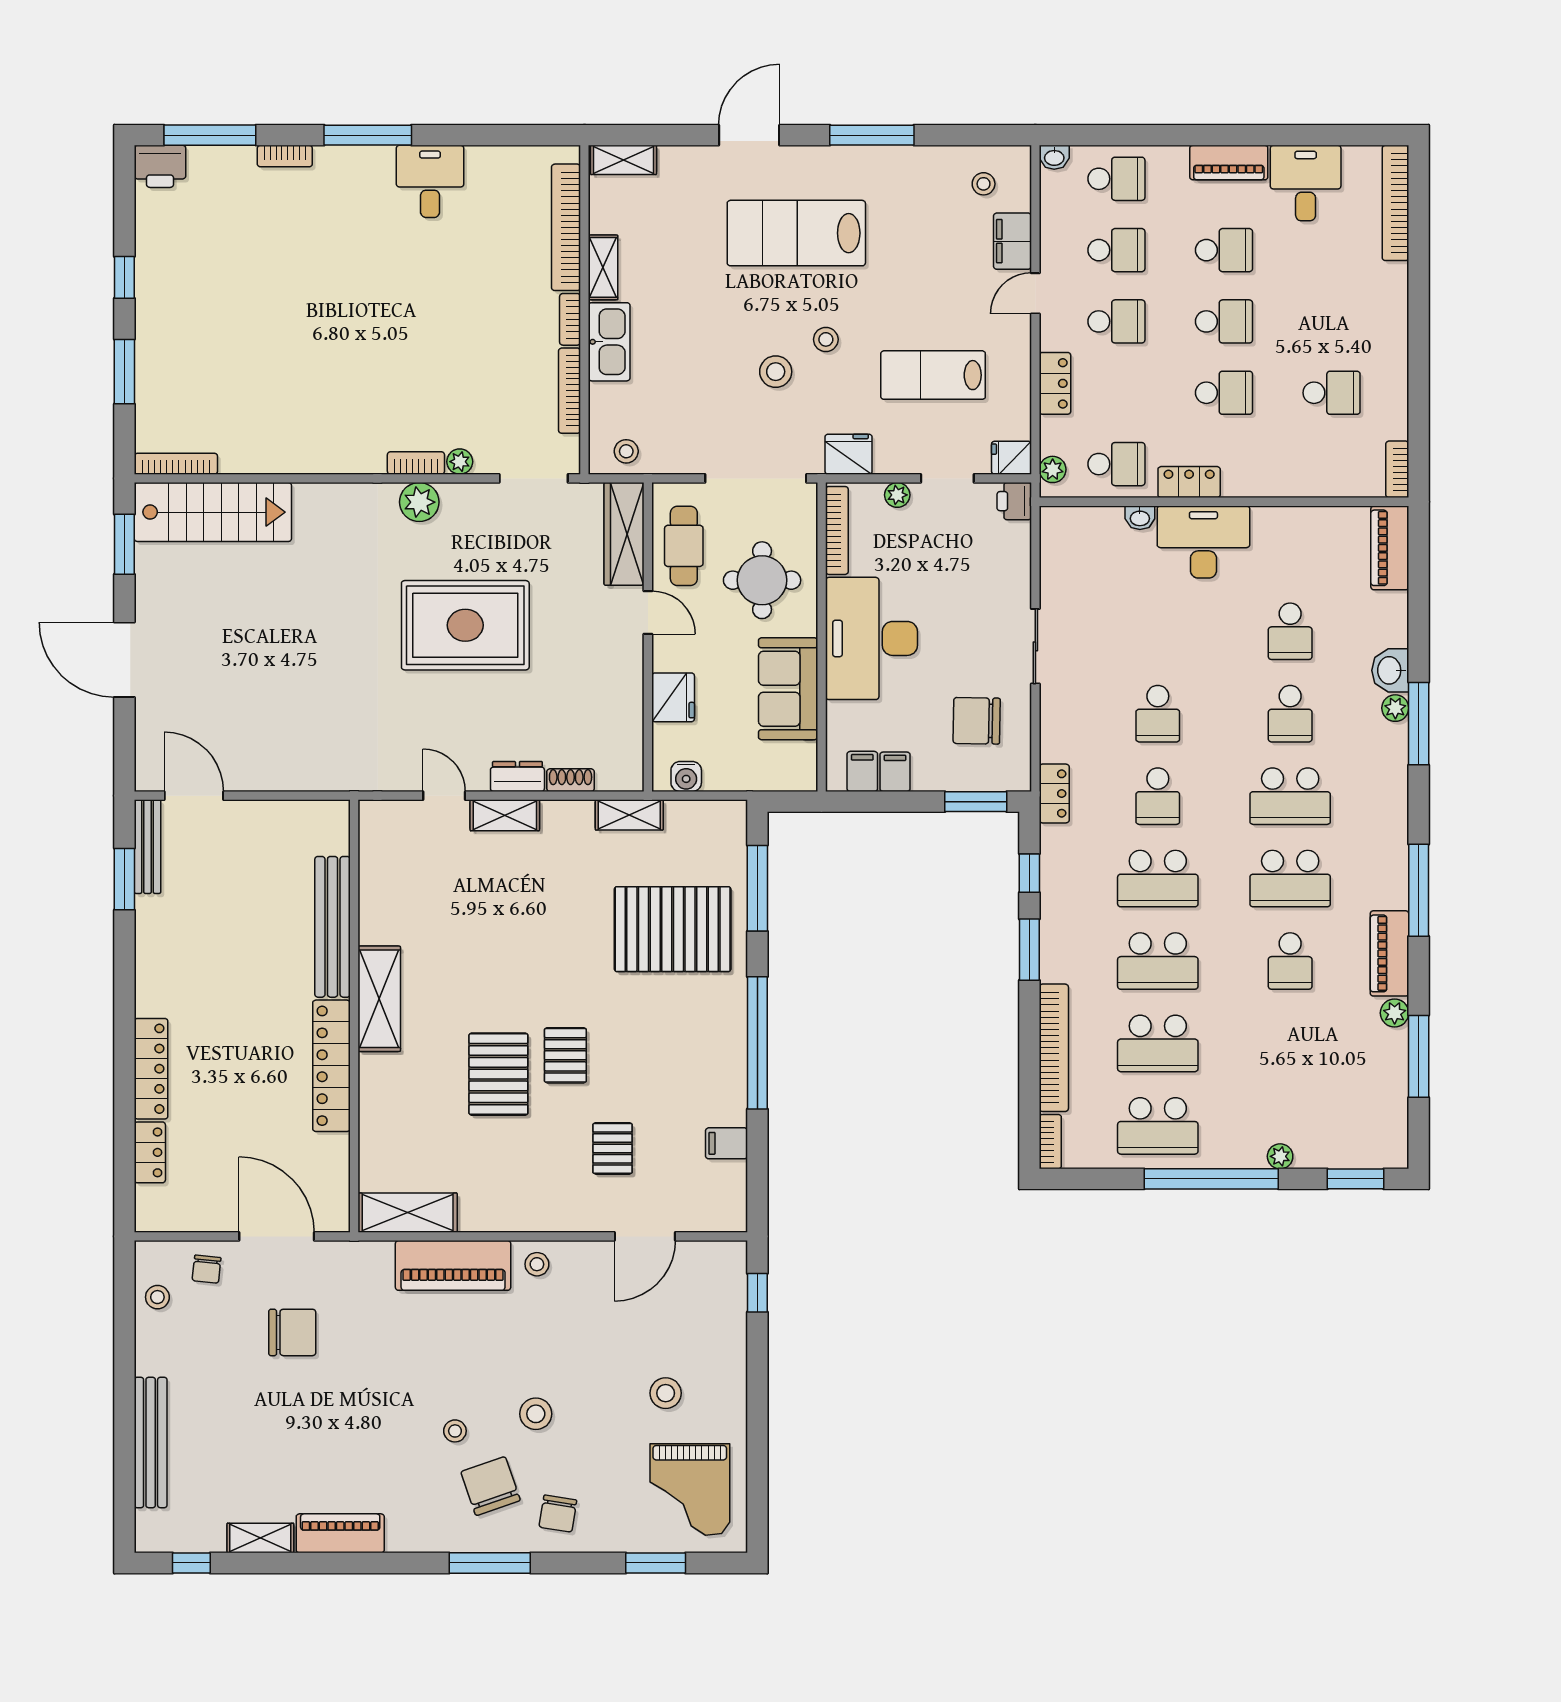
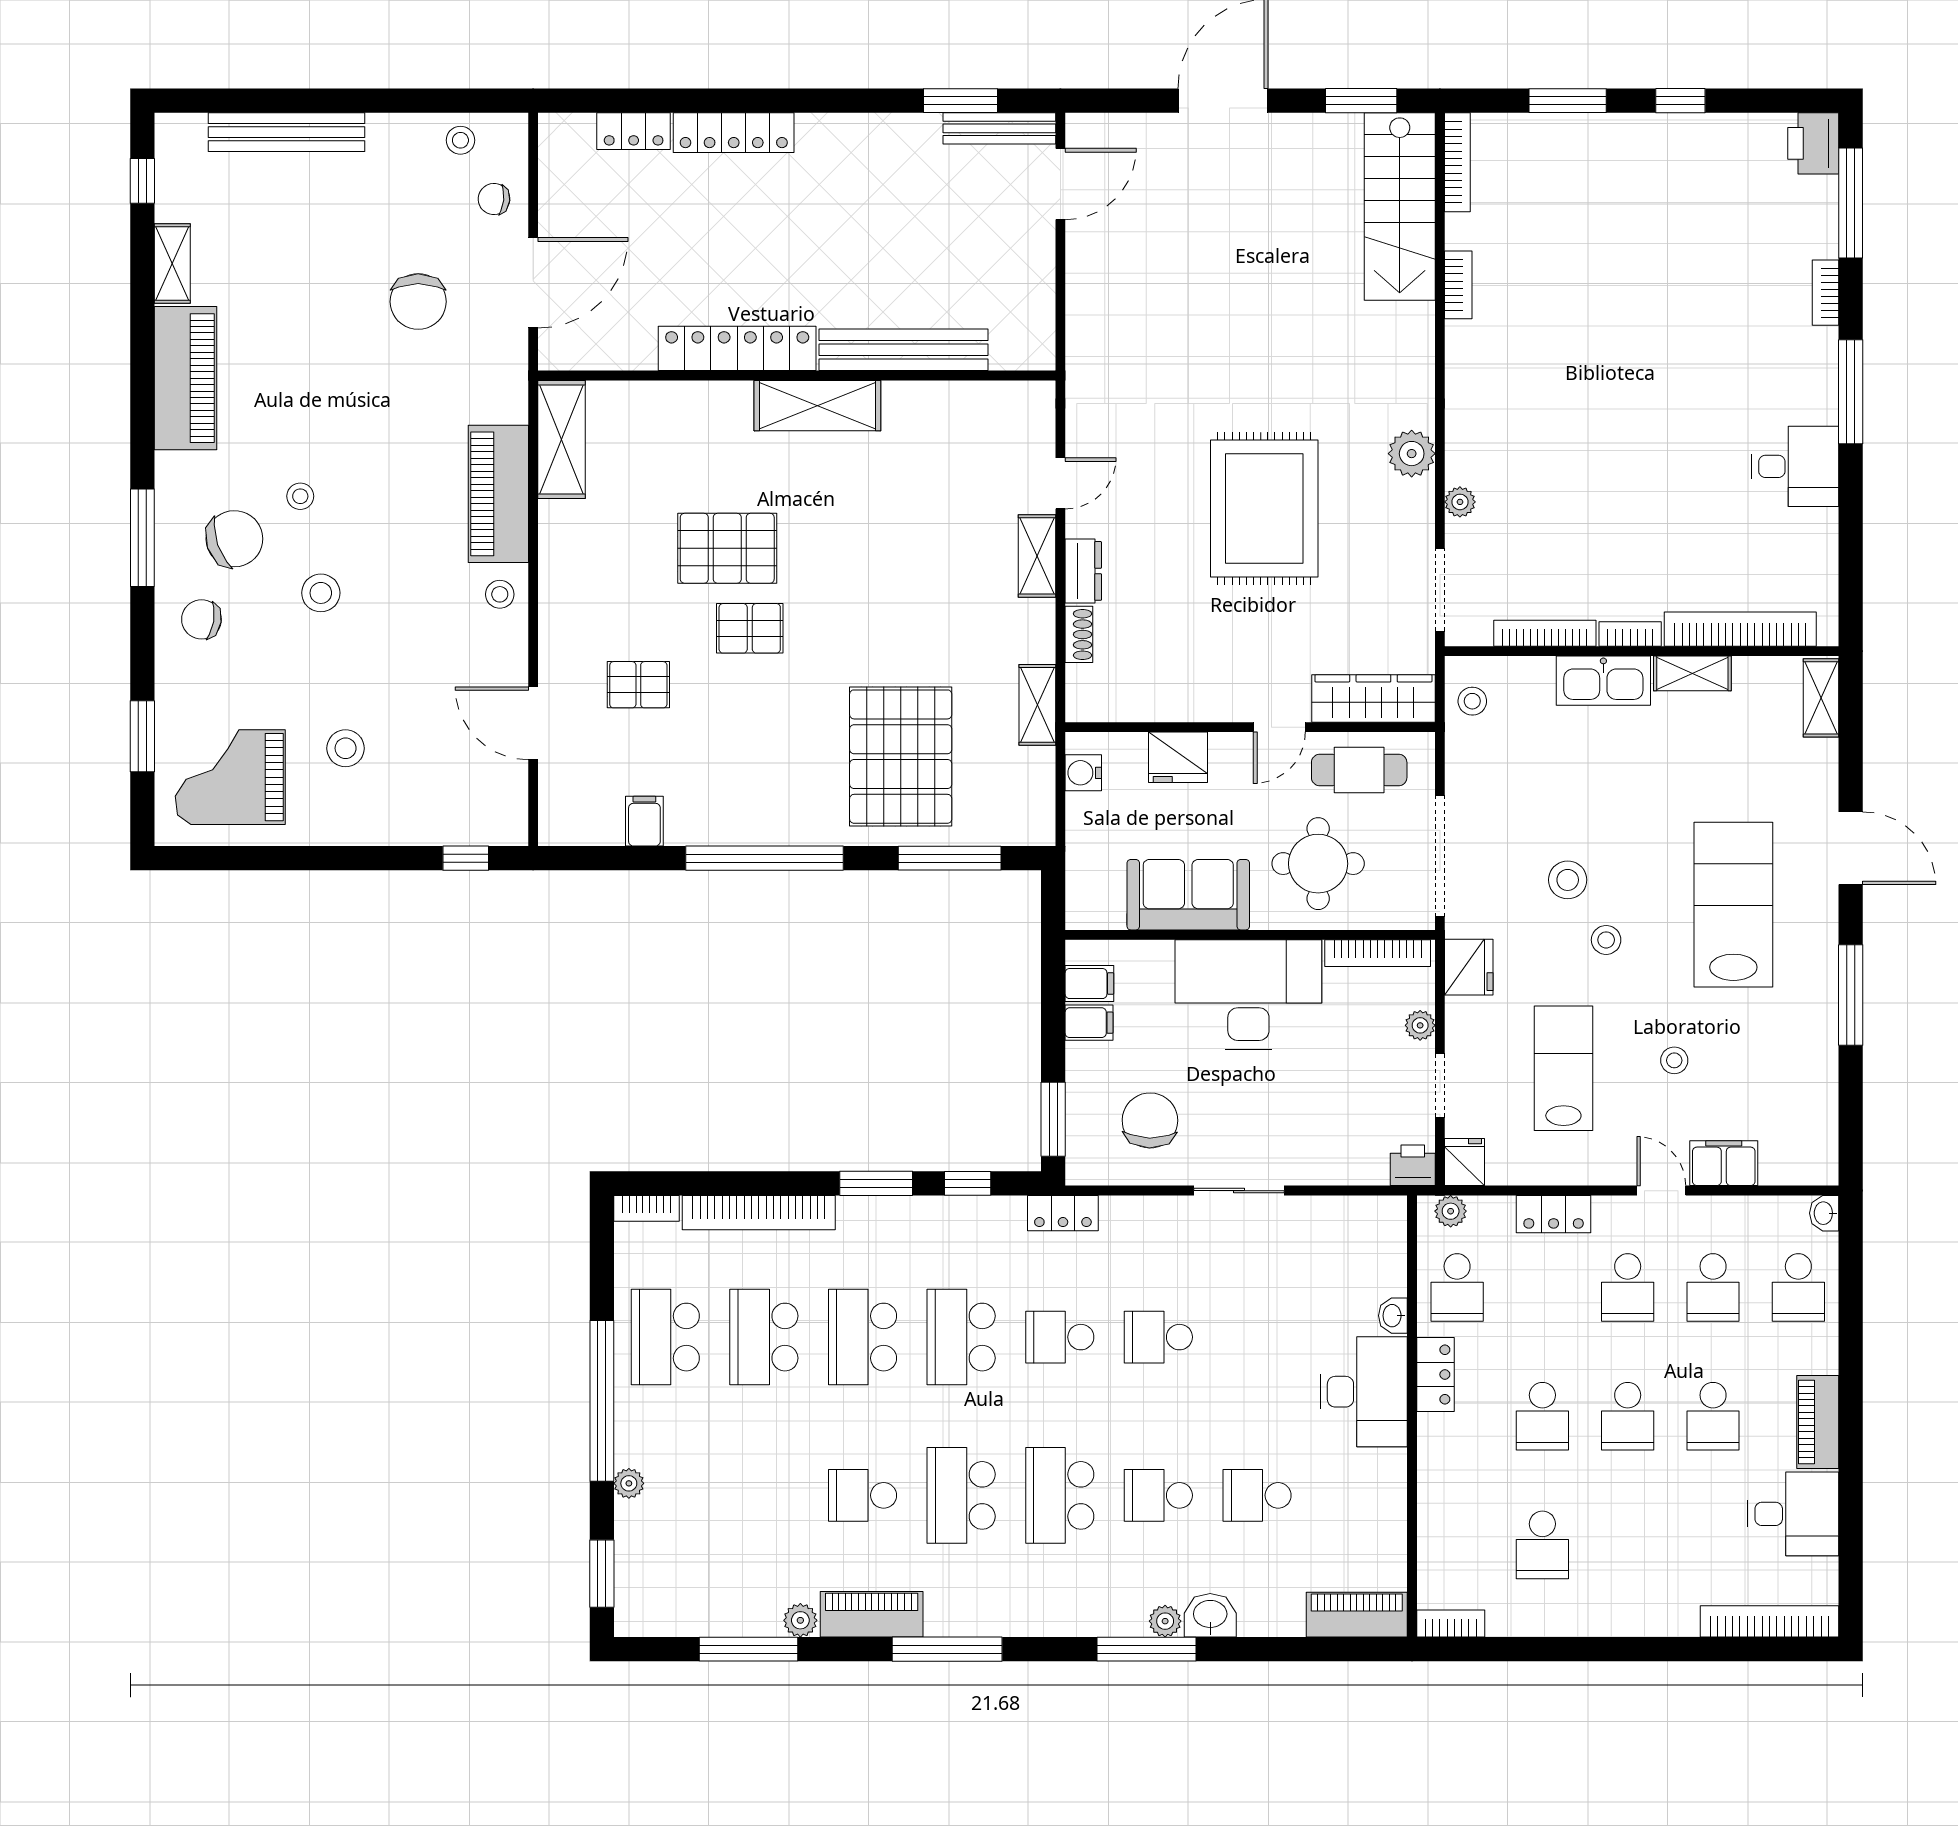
stool: (984, 184) -> (1674, 1060), moved
bookcase: (416, 463) -> (1458, 285), moved
piano: (340, 1533) -> (185, 378), width x1.37, depth x1.33

